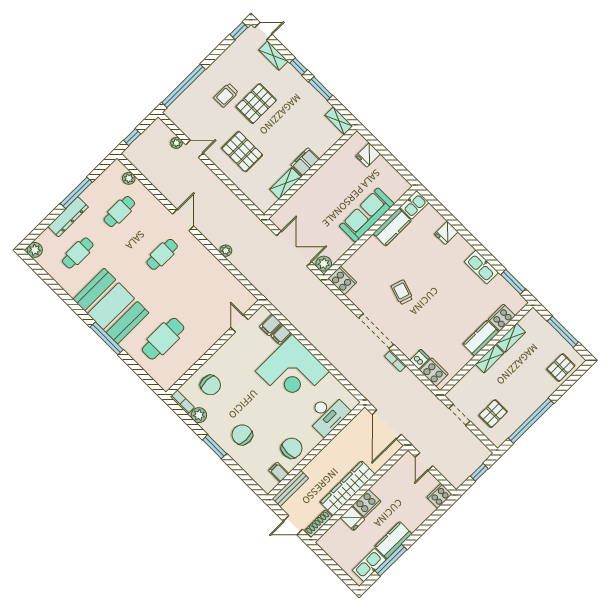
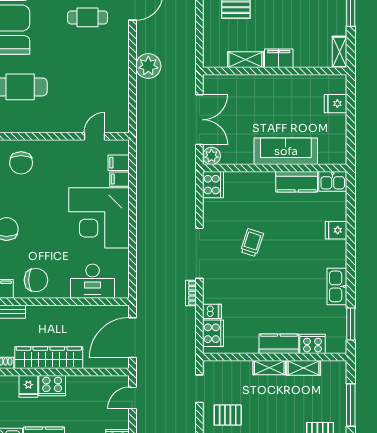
plant: (226, 251) -> (148, 66), width x1.87, depth x1.87

